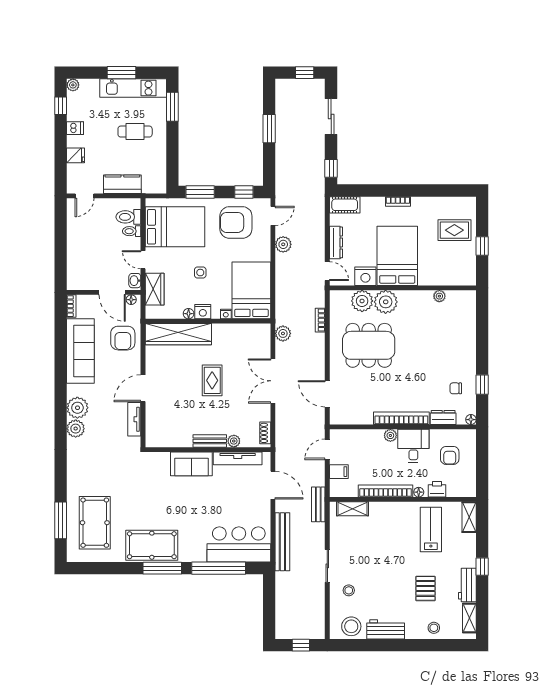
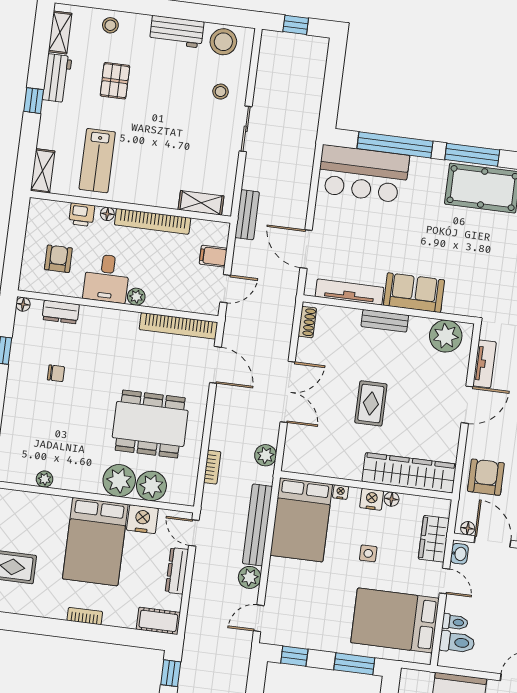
armchair: (236, 222) -> (311, 616), removed
chair: (456, 388) -> (56, 373), moved
bookcase: (401, 418) -> (178, 326), moved
plant: (234, 441) -> (446, 336), moved, width x1.88, depth x1.88
bench: (282, 542) -> (257, 525), moved

